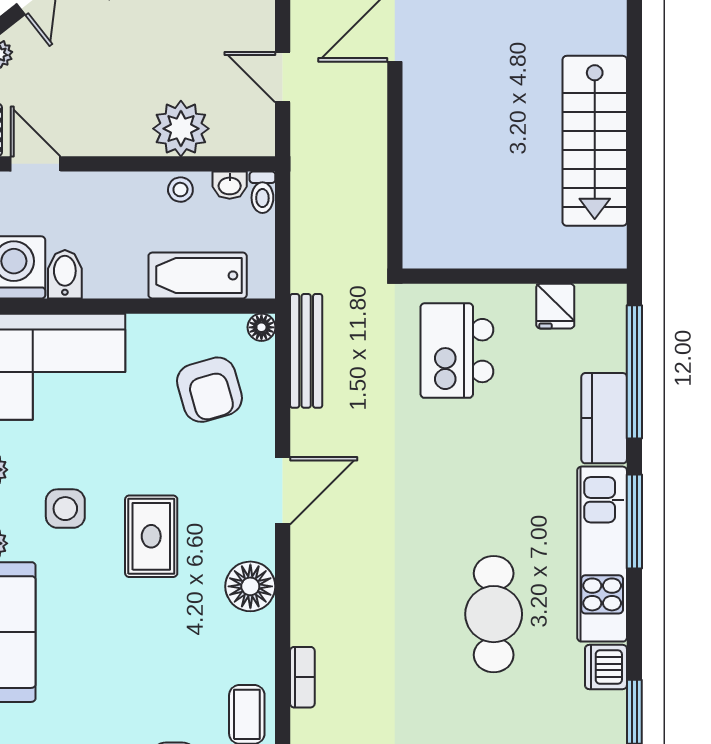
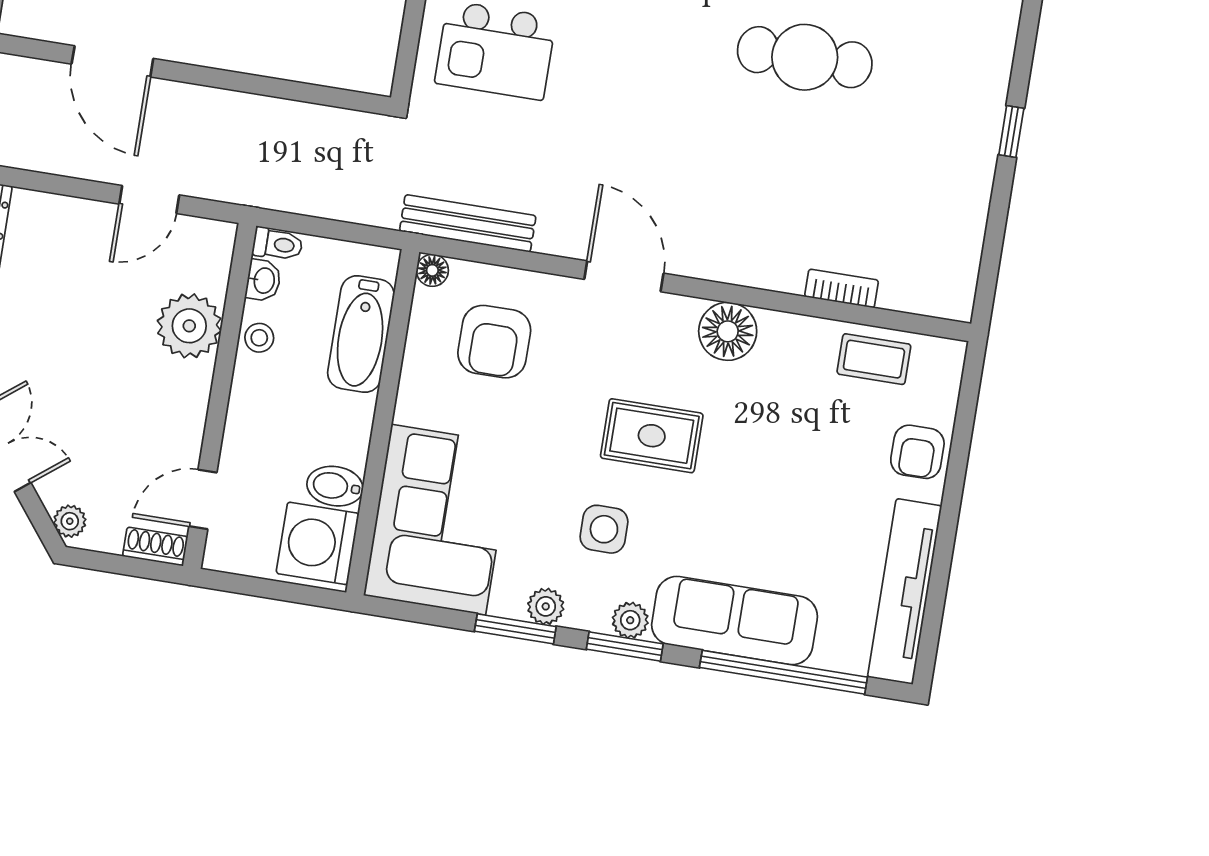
armchair: (209, 390) -> (494, 342), turned 106

